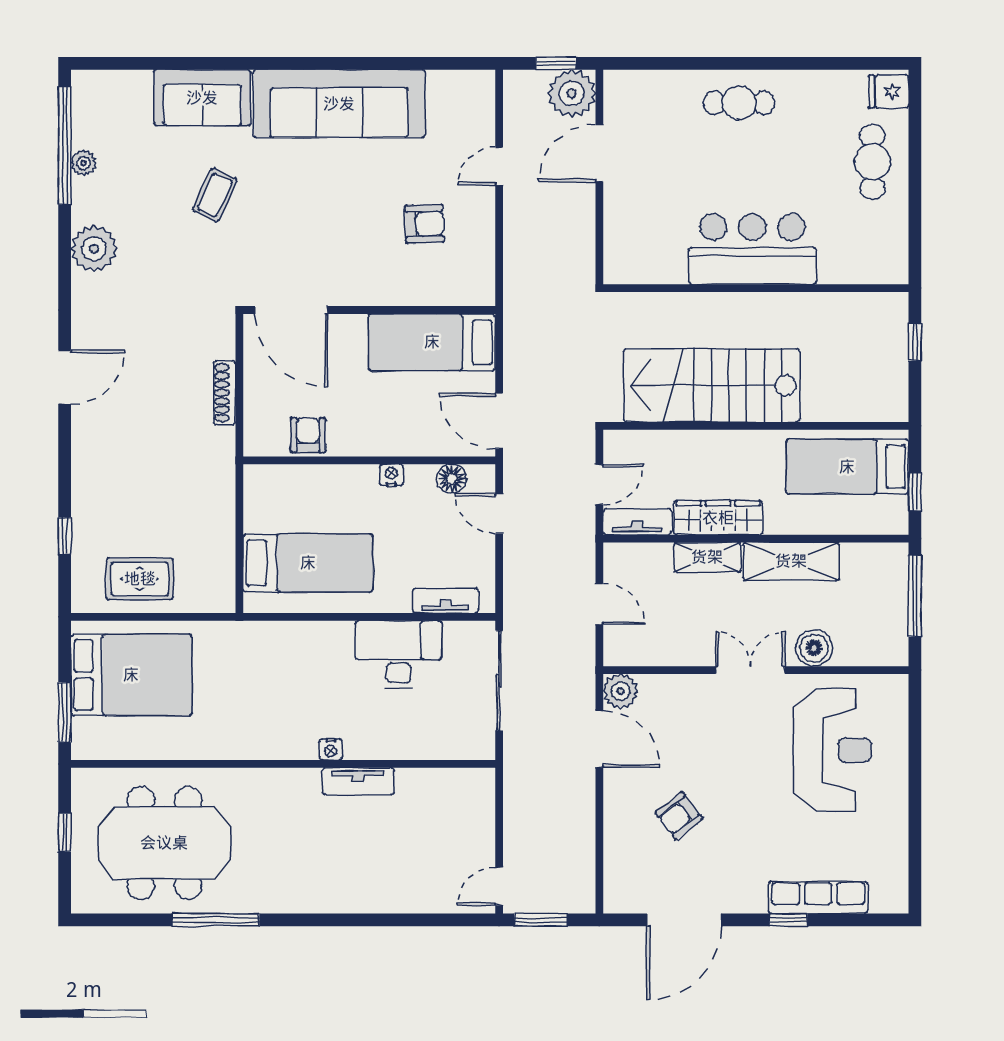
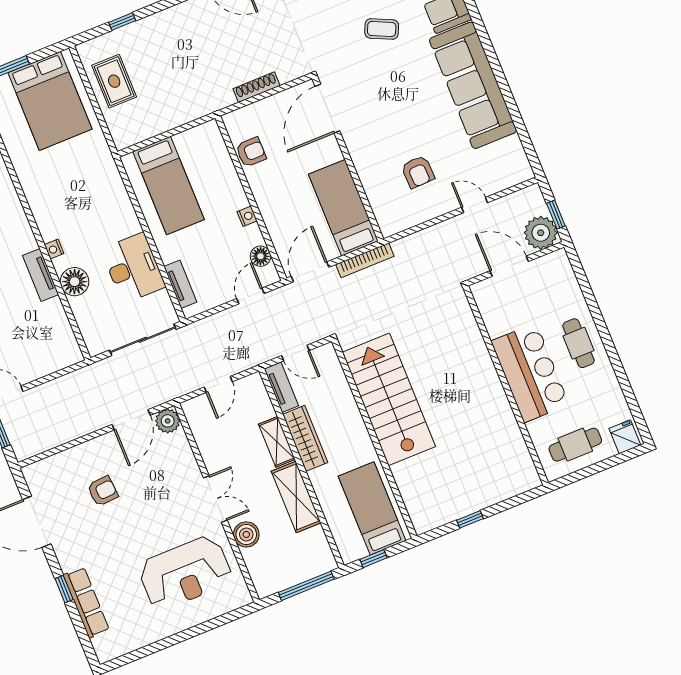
bar counter: (752, 249) -> (530, 373), moved
wall: (756, 288) -> (506, 385), moved
bookcase: (513, 342) -> (365, 260), added
floor lamp: (385, 740) -> (75, 282), added
armchair: (679, 816) -> (103, 491), turned 124

